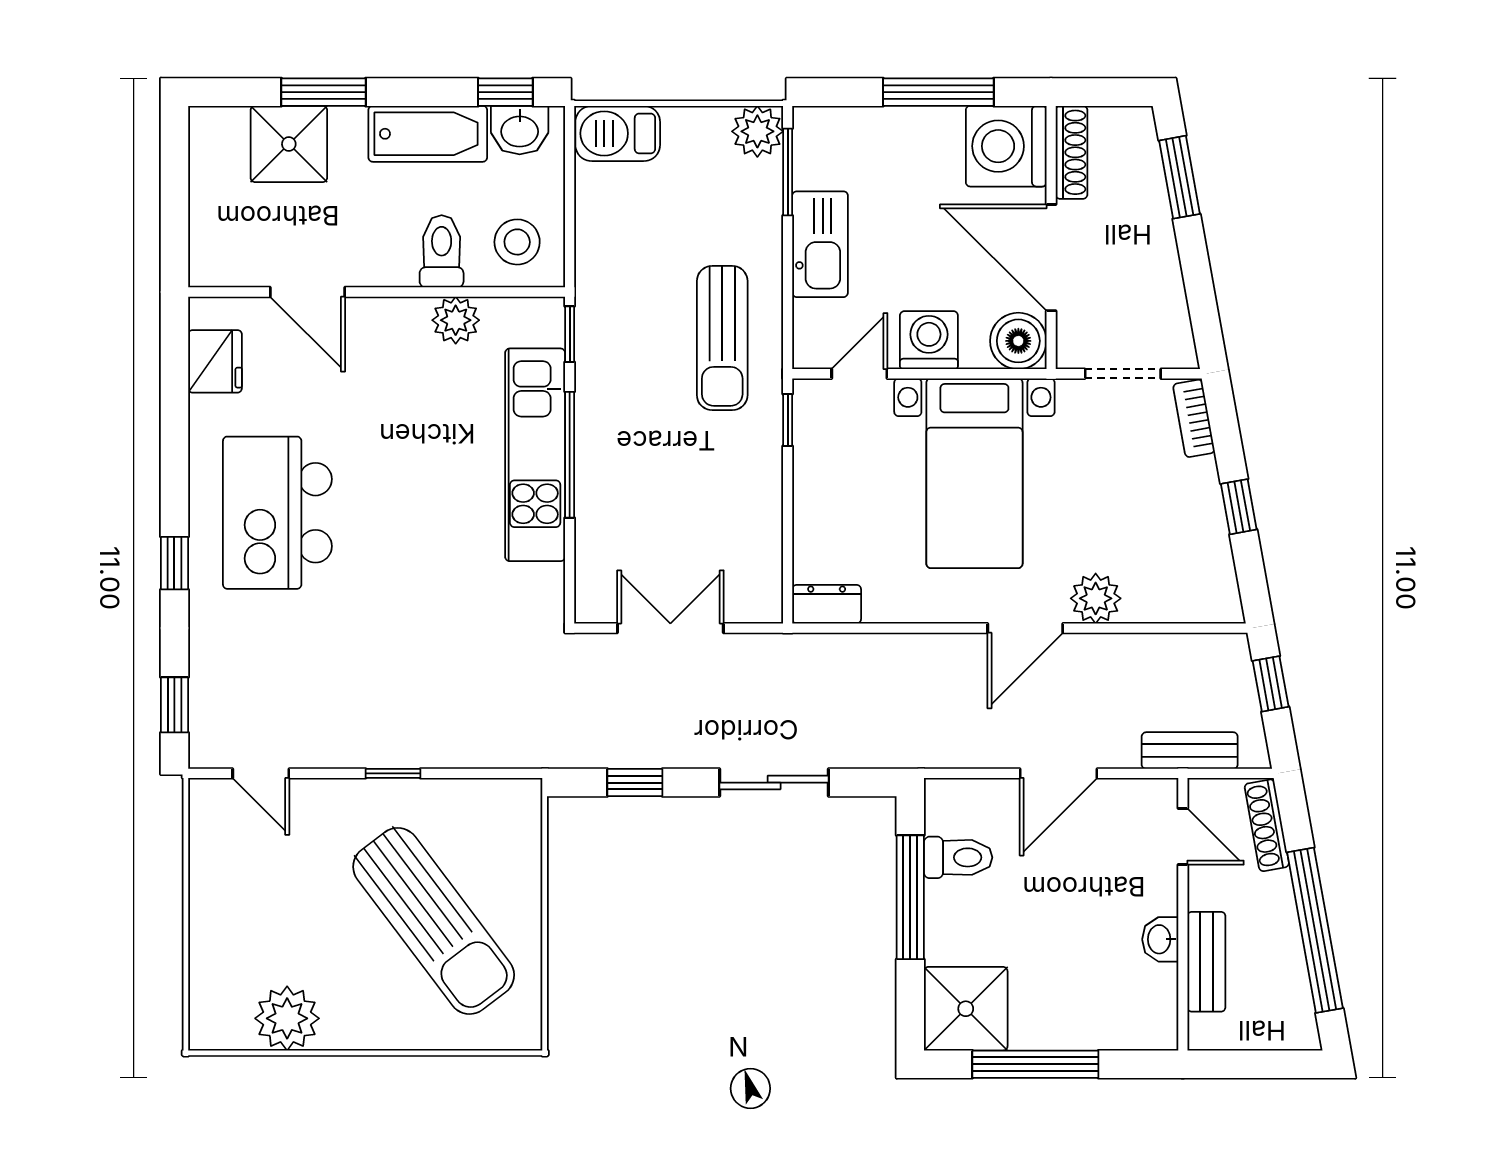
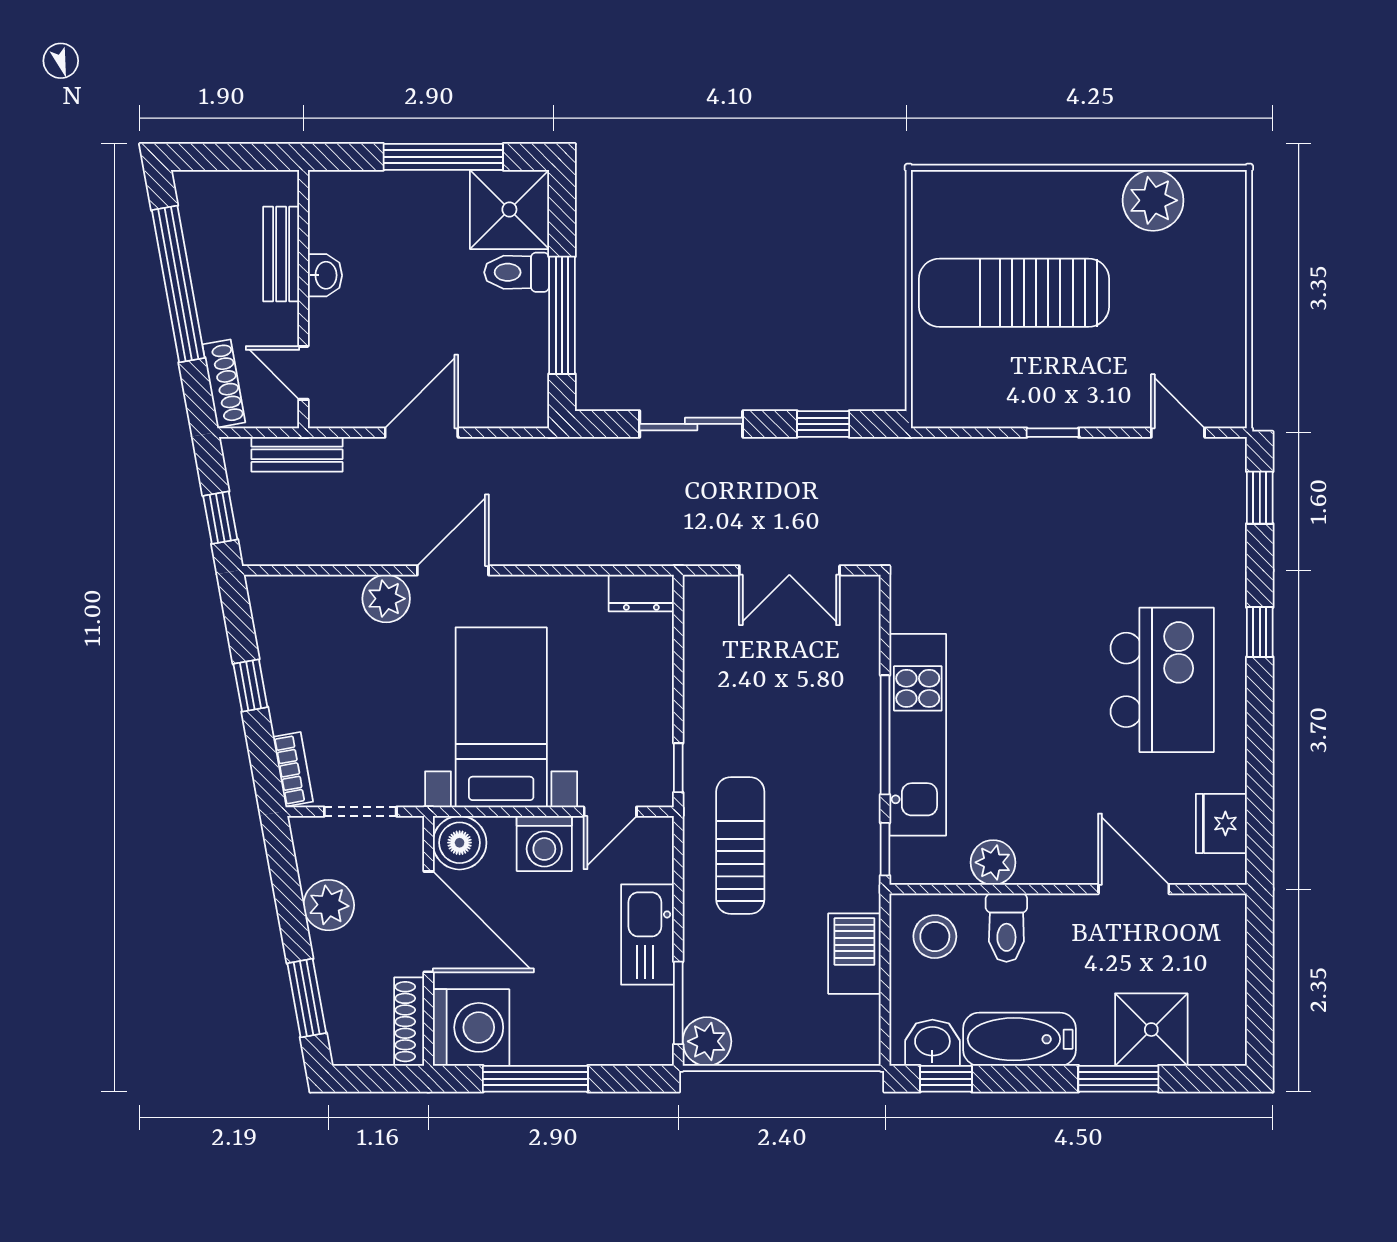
barbecue: (618, 133) -> (854, 954), moved, turned -90
plant: (1156, 275) -> (329, 905), added
toilet: (958, 857) -> (517, 272), moved
sun lounger: (434, 921) -> (1014, 293), turned -53

